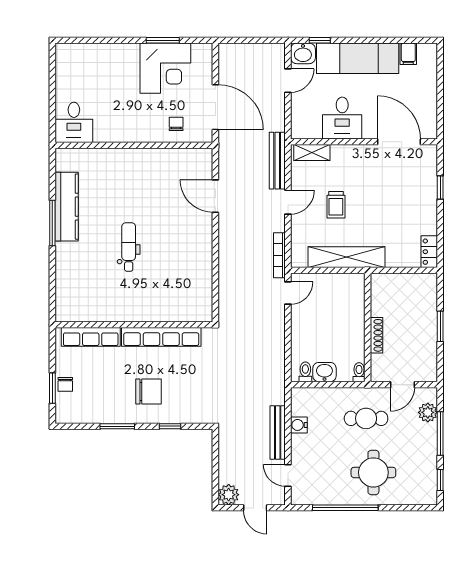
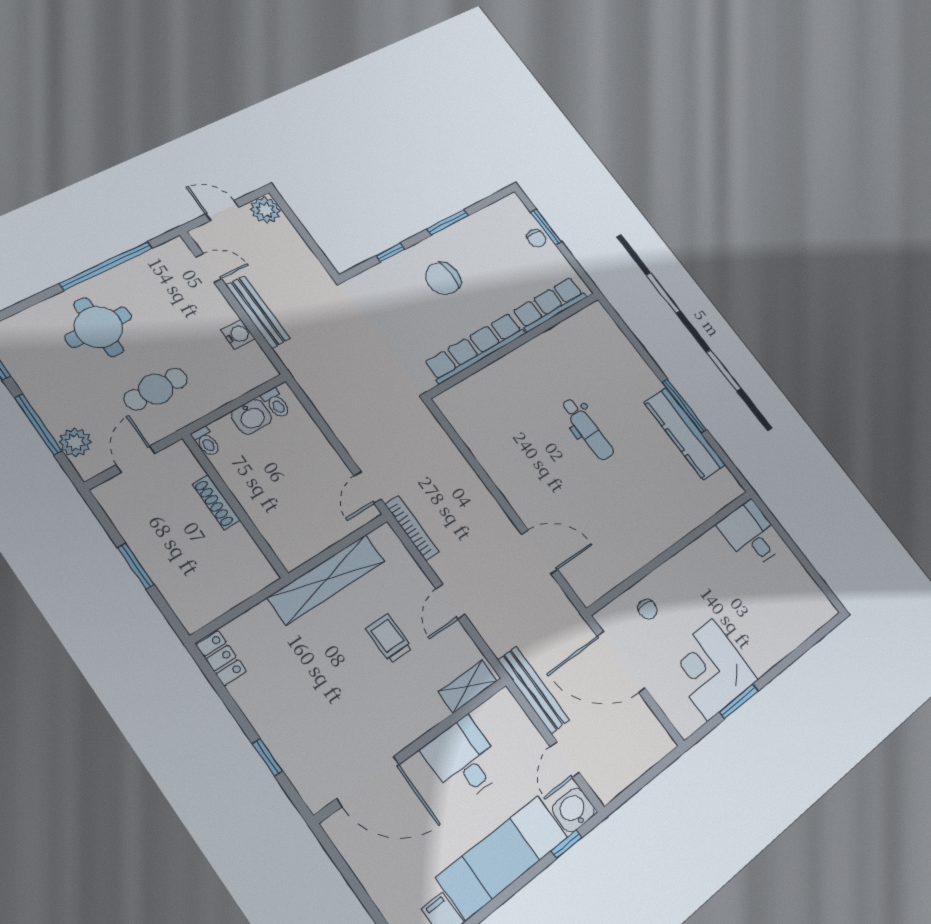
bench: (277, 161) -> (534, 690), moved
chair: (65, 384) -> (536, 238), turned 180

